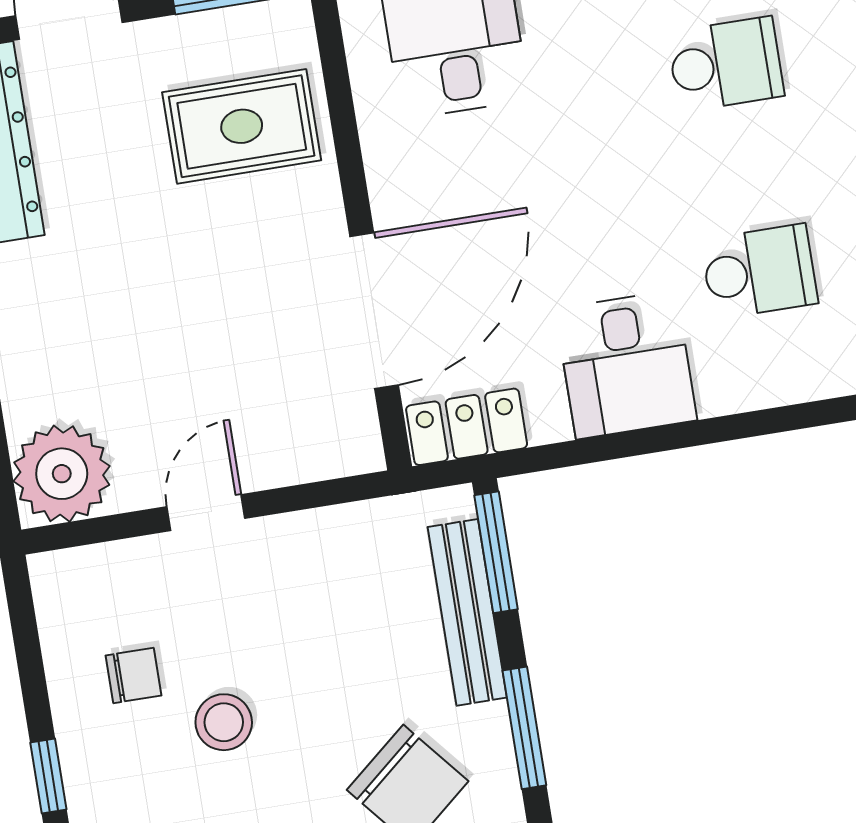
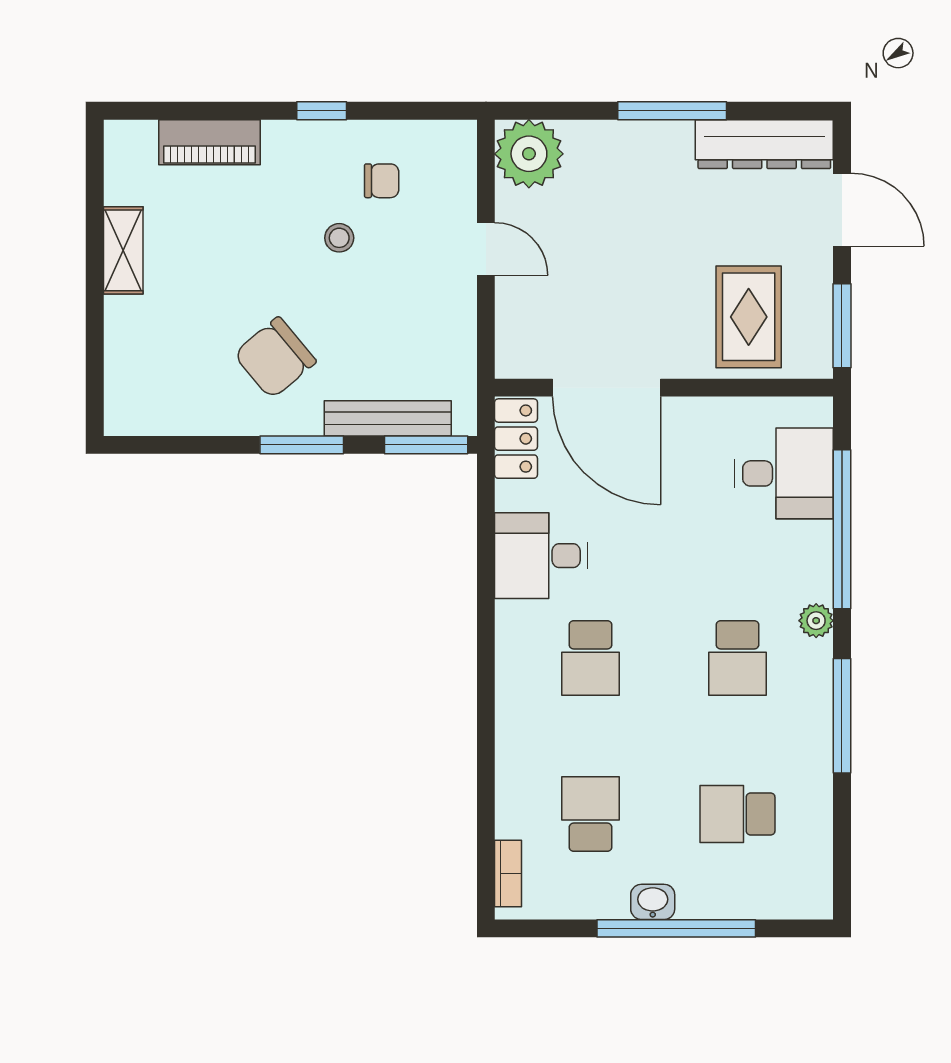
chair: (134, 675) -> (382, 181), turned -90
stool: (224, 722) -> (339, 238), width x0.73, depth x0.73

